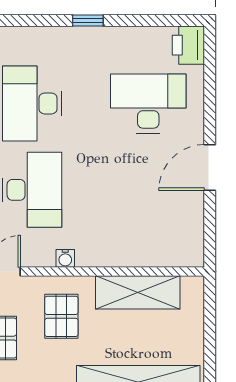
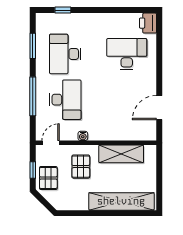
window: (88, 20) -> (63, 10), moved
door: (210, 167) -> (159, 108), moved

